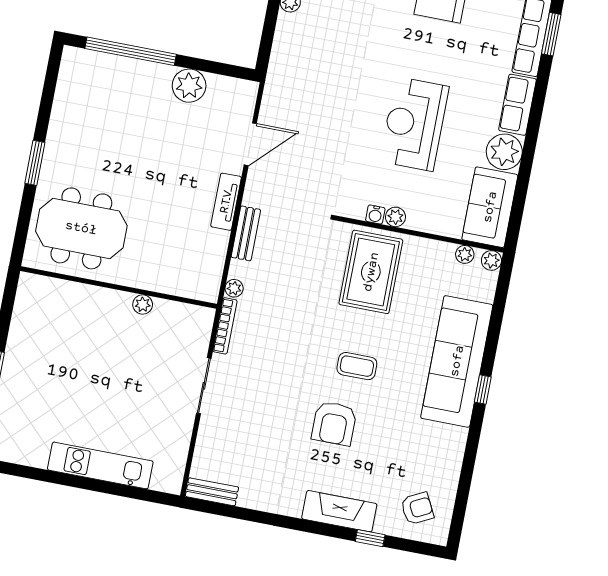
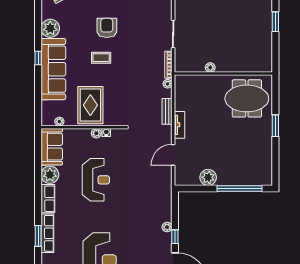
plant: (491, 260) -> (50, 28), moved, width x1.88, depth x1.88
rug: (371, 272) -> (90, 105), moved

